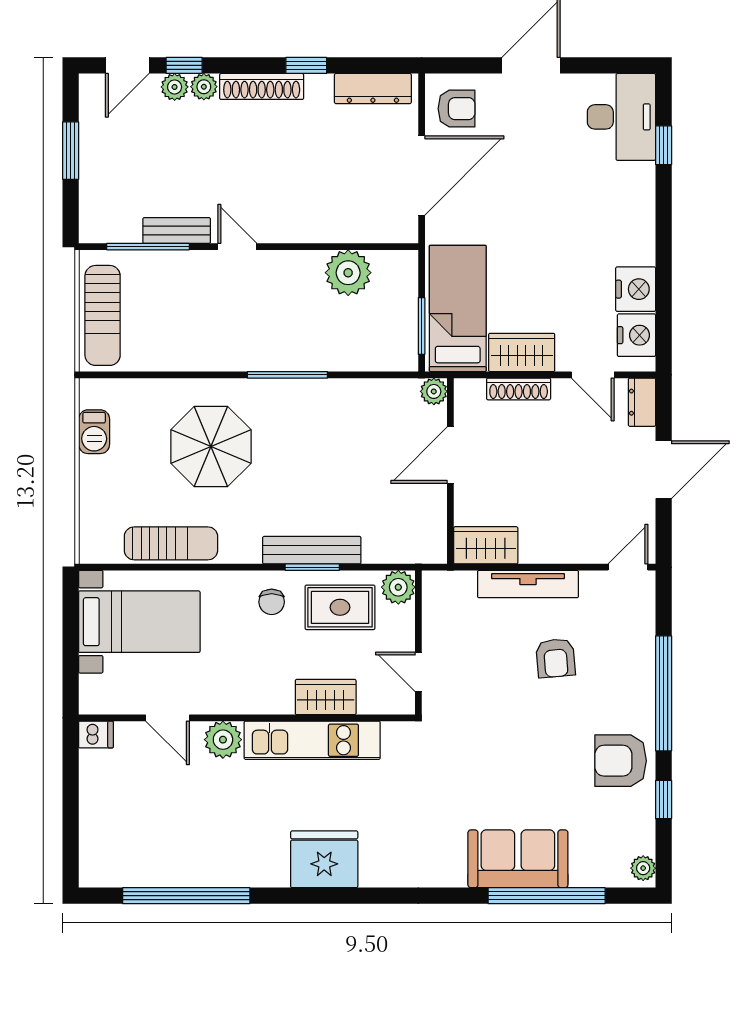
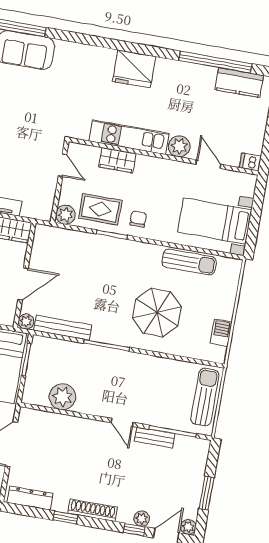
plant: (204, 87) -> (188, 527), moved
sun lounger: (171, 543) -> (189, 262), turned 180
bench: (312, 550) -> (63, 328), moved
kitchen counter: (139, 868) -> (239, 83), added

